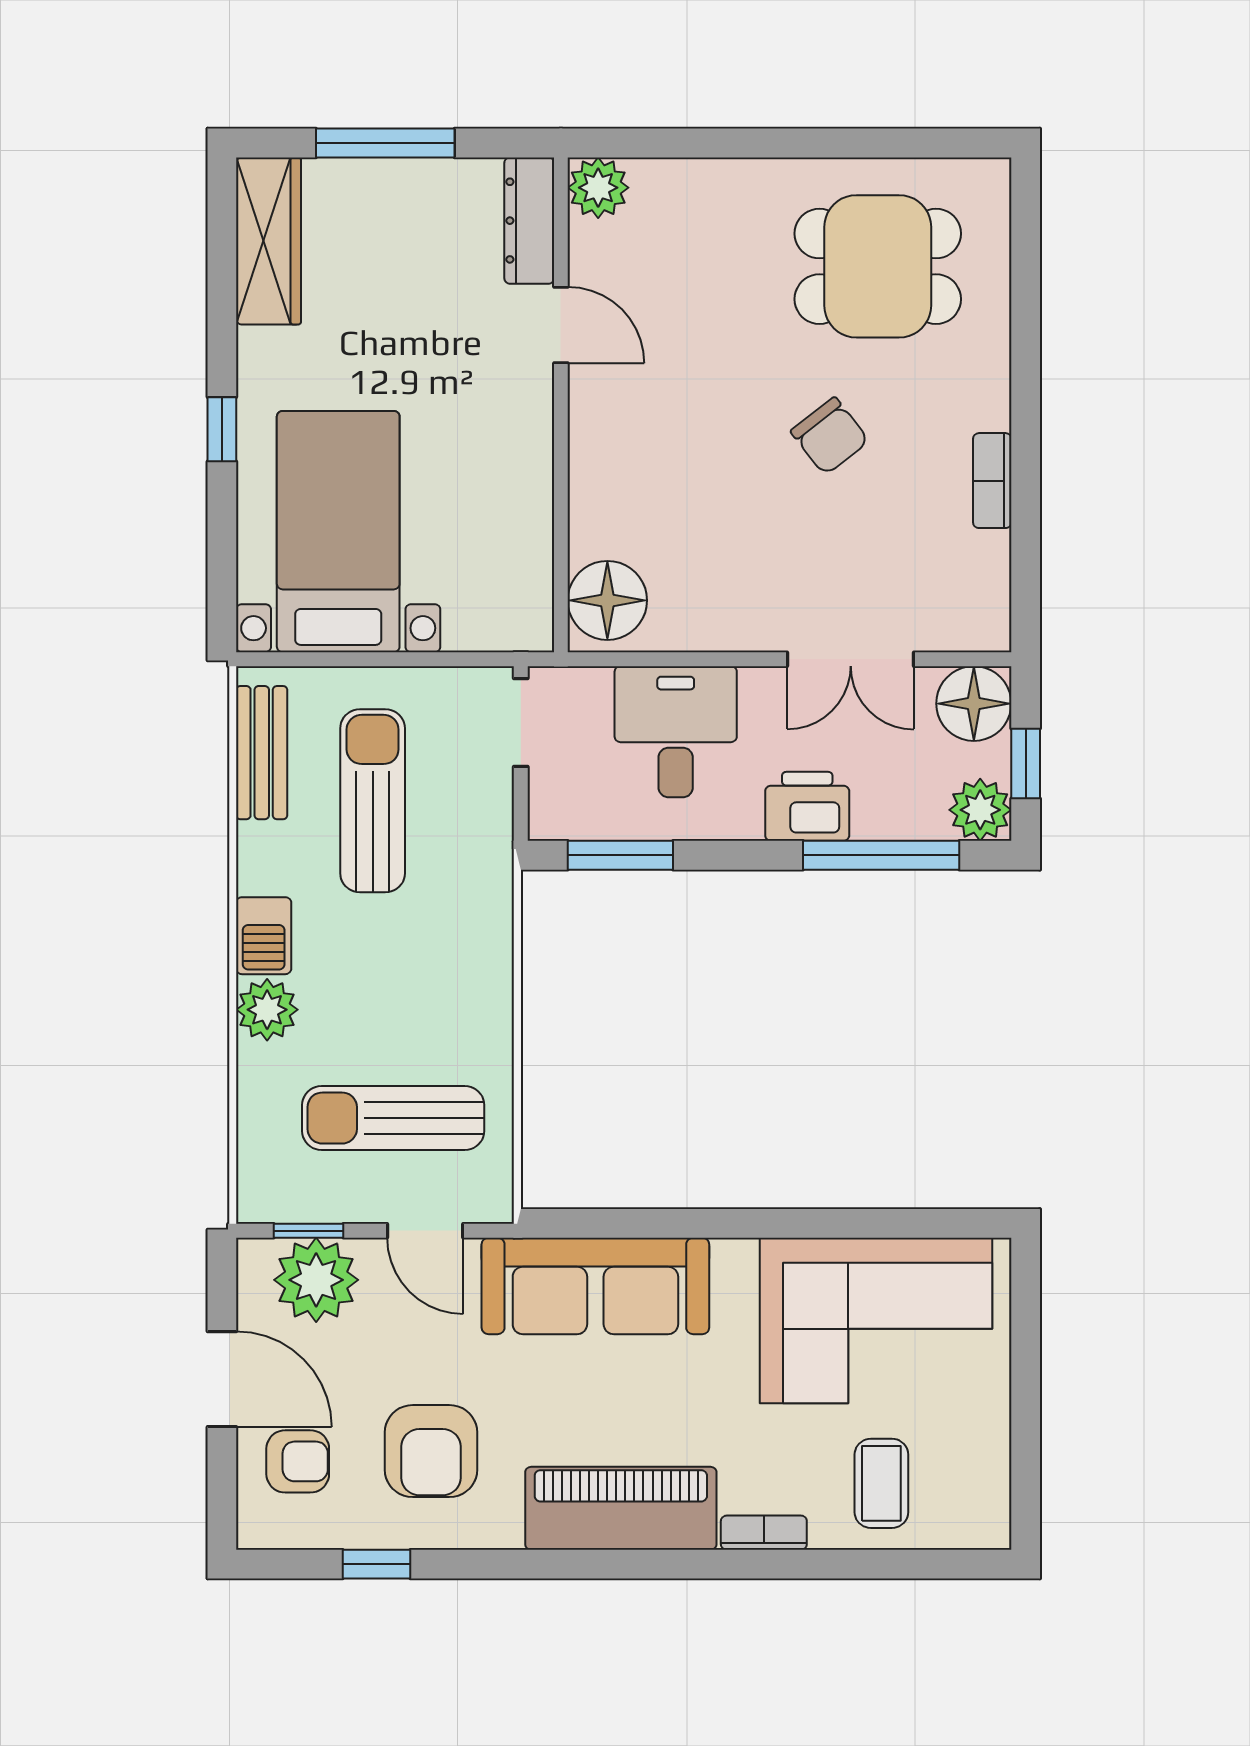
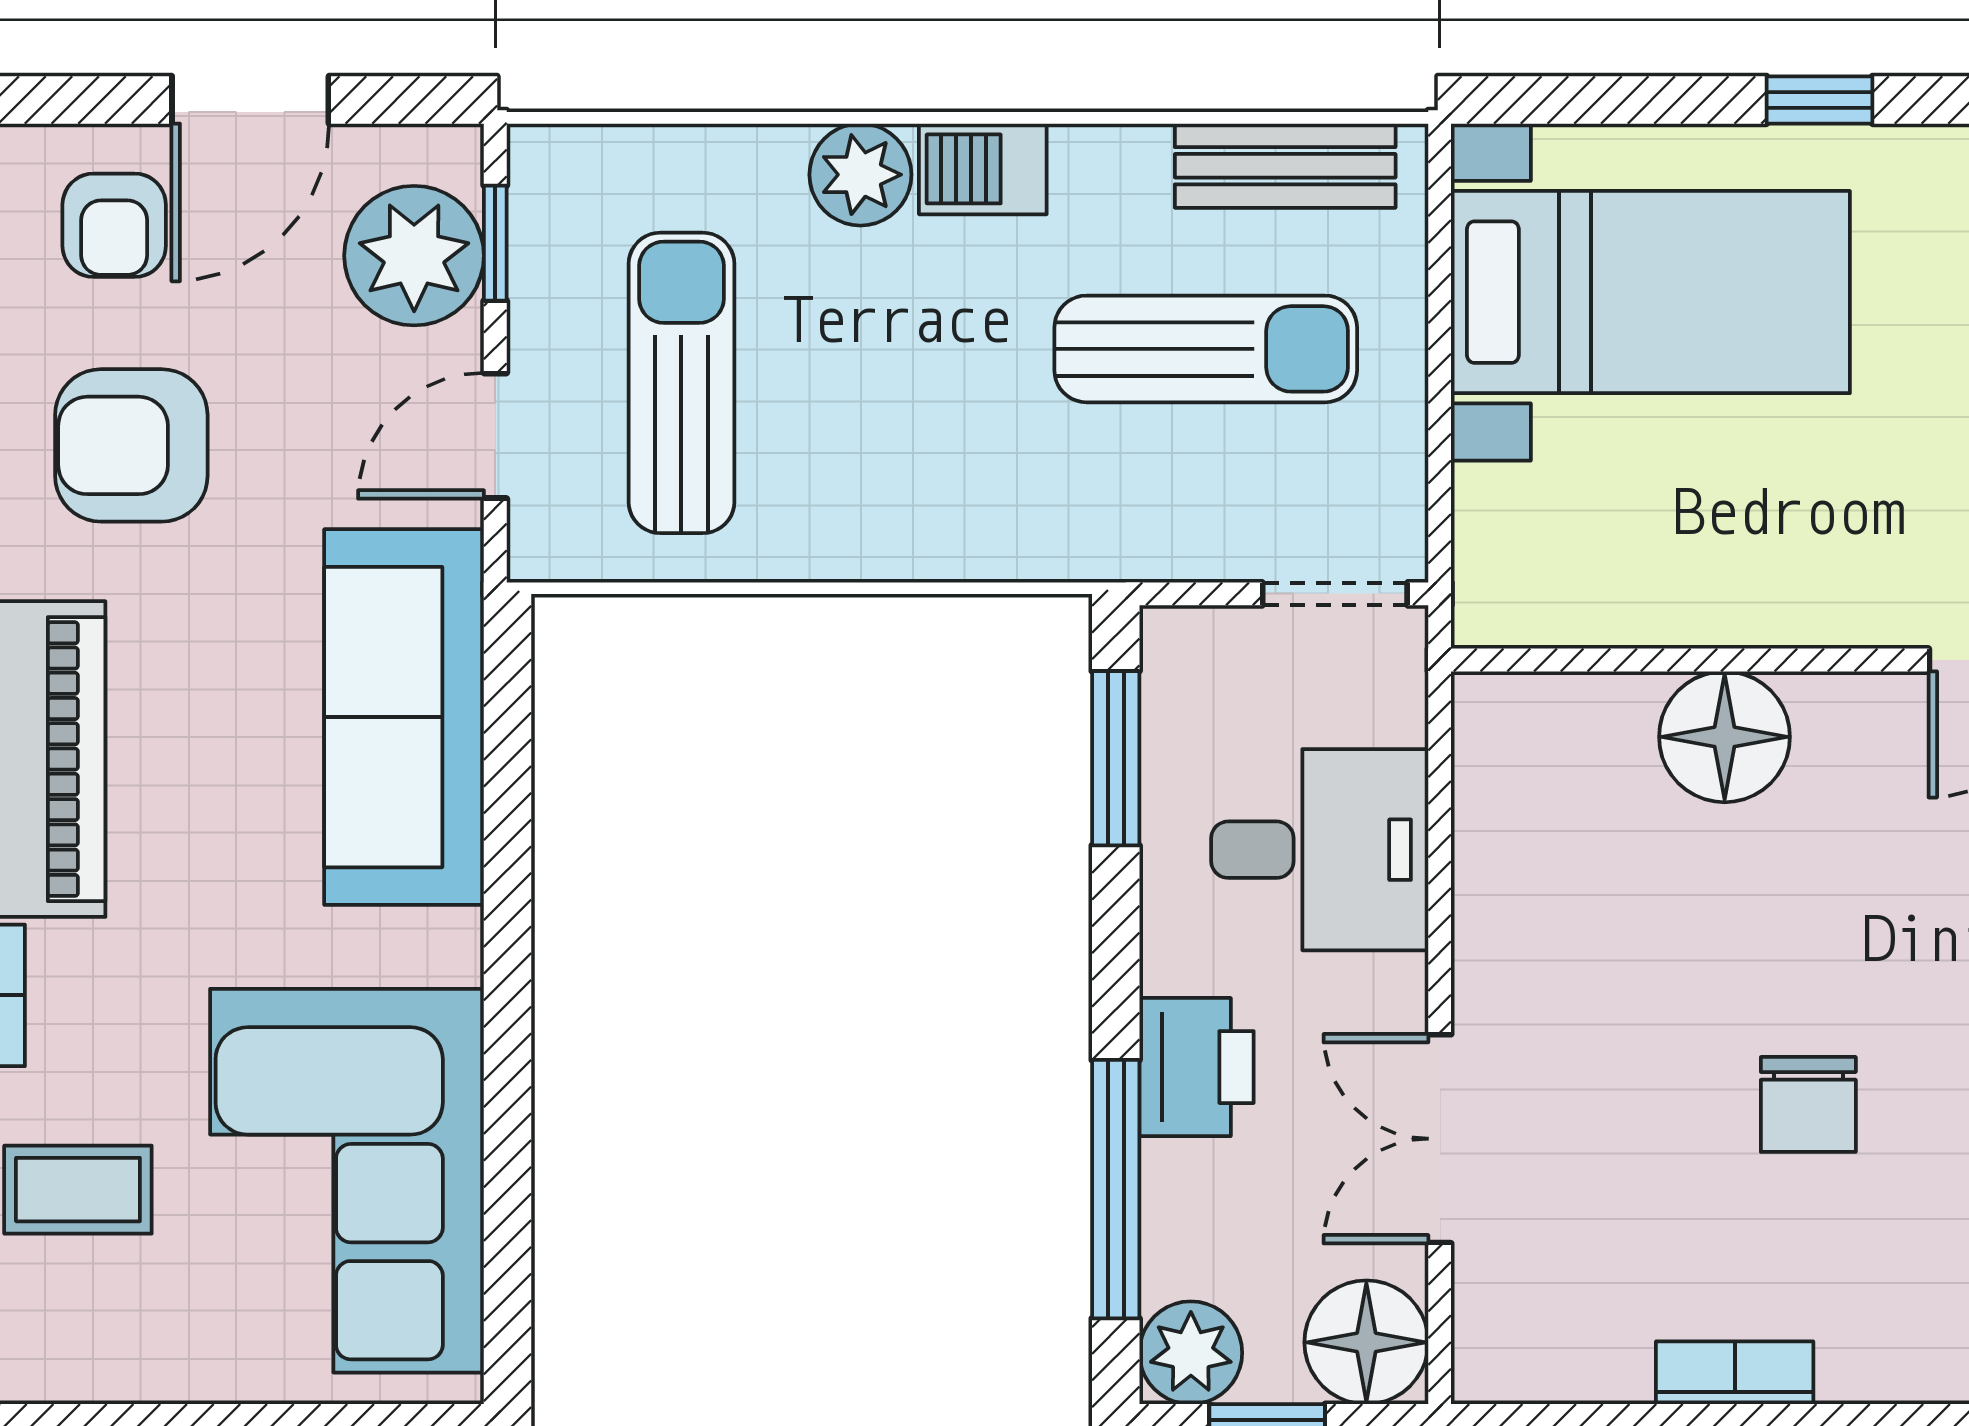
chair: (830, 436) -> (1808, 1104), turned -52
floor lamp: (607, 600) -> (1725, 737), moved

